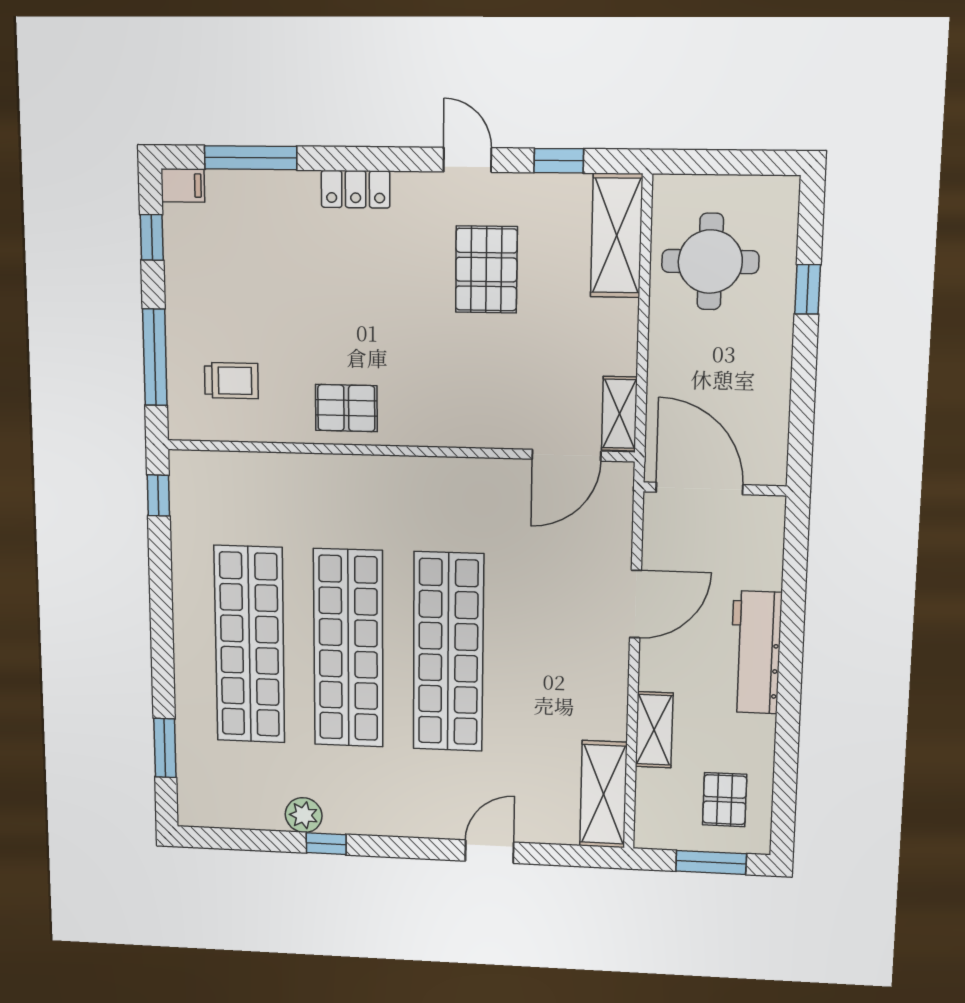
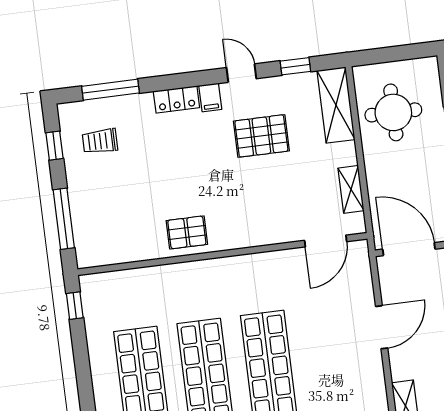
filing cabinet: (183, 185) -> (210, 97), moved, turned 90
pallet: (486, 270) -> (261, 136), turned 90
trolley: (231, 381) -> (100, 141), moved, turned 180
shelving: (619, 414) -> (351, 189), moved

